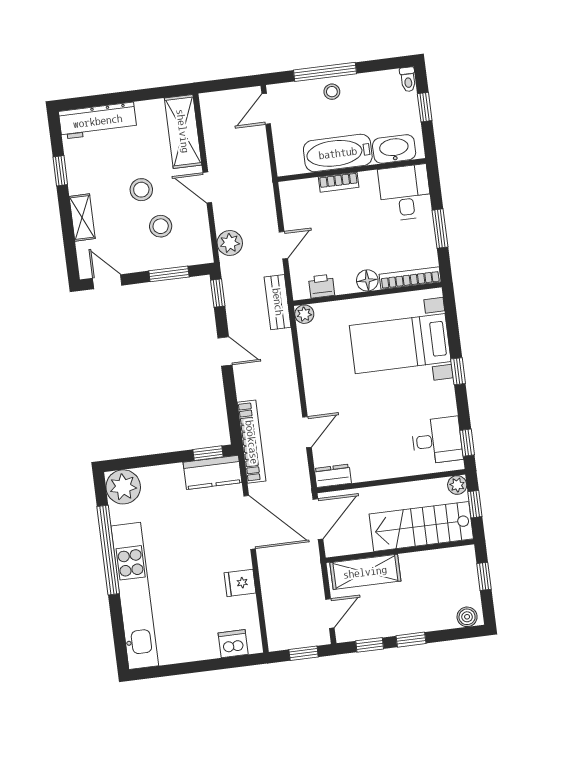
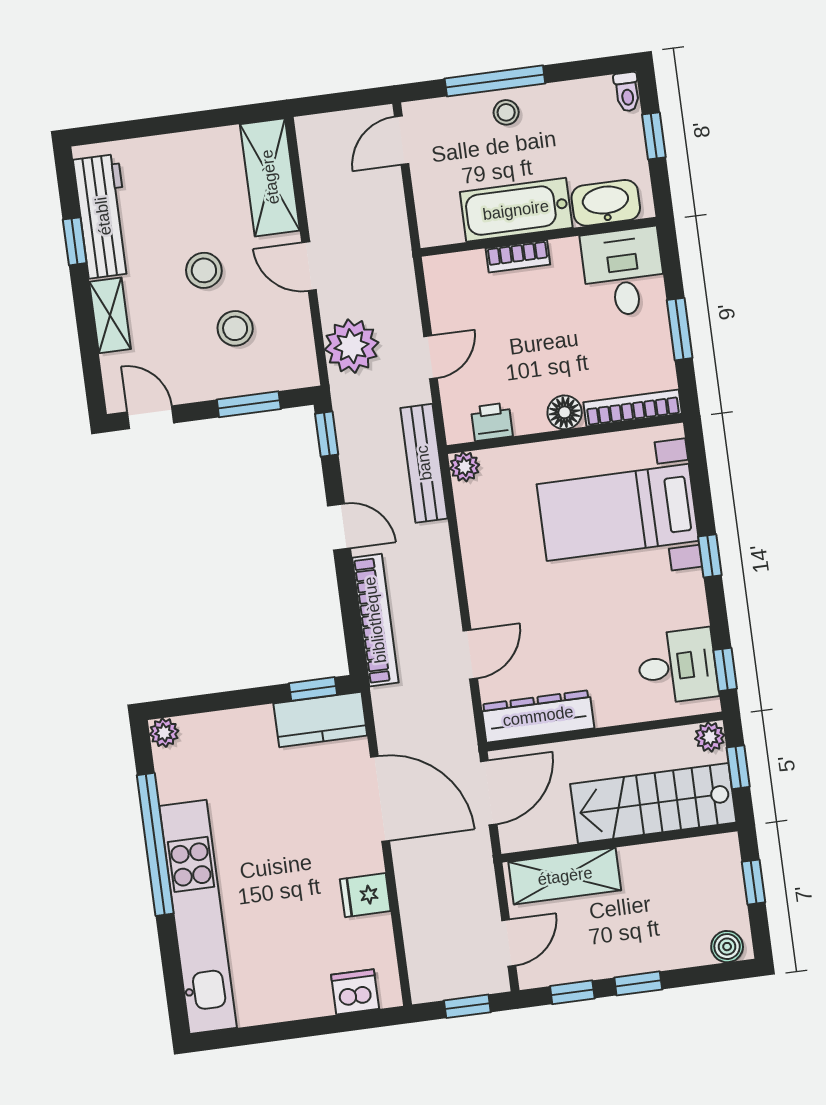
workbench: (98, 121) -> (103, 216), moved, turned -90
plant: (230, 243) -> (352, 346), width x1.36, depth x1.36
bench: (278, 302) -> (424, 463), width x1.36
bookcase: (252, 442) -> (375, 620), moved
dresser: (333, 476) -> (538, 716), width x1.96, depth x1.24
plant: (123, 487) -> (164, 733), width x0.53, depth x0.53

